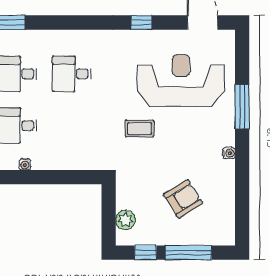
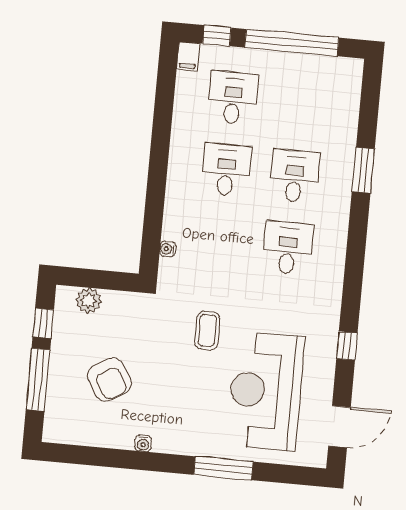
reception desk: (181, 81) -> (266, 391), turned 180
water cooler: (229, 153) -> (143, 443), moved
water cooler: (25, 164) -> (168, 249), moved

